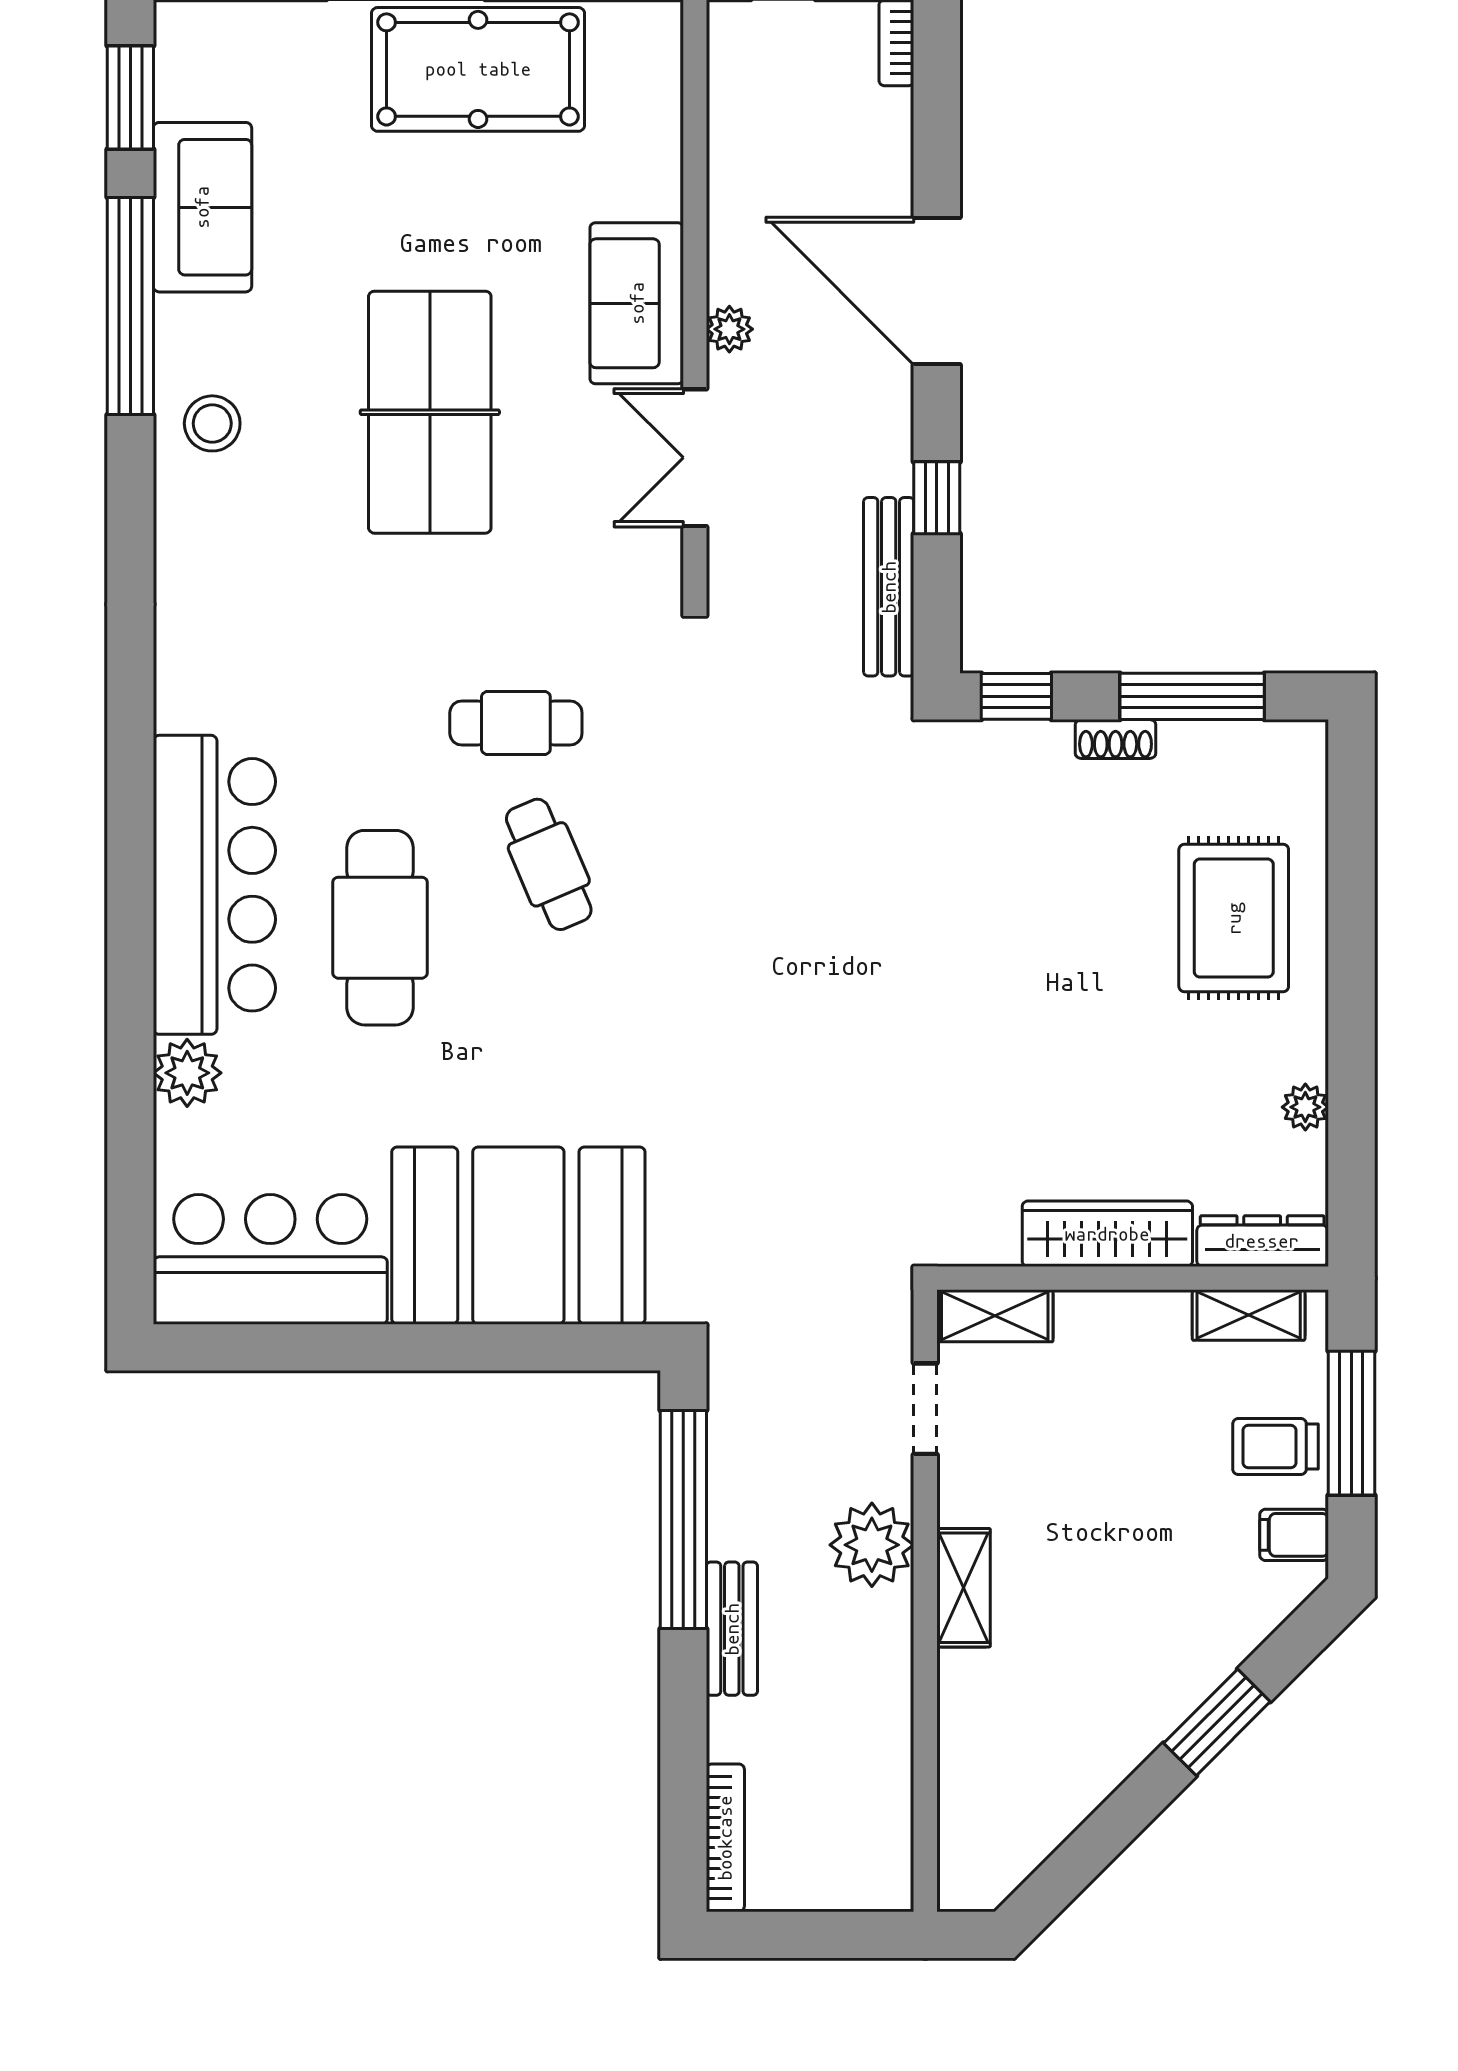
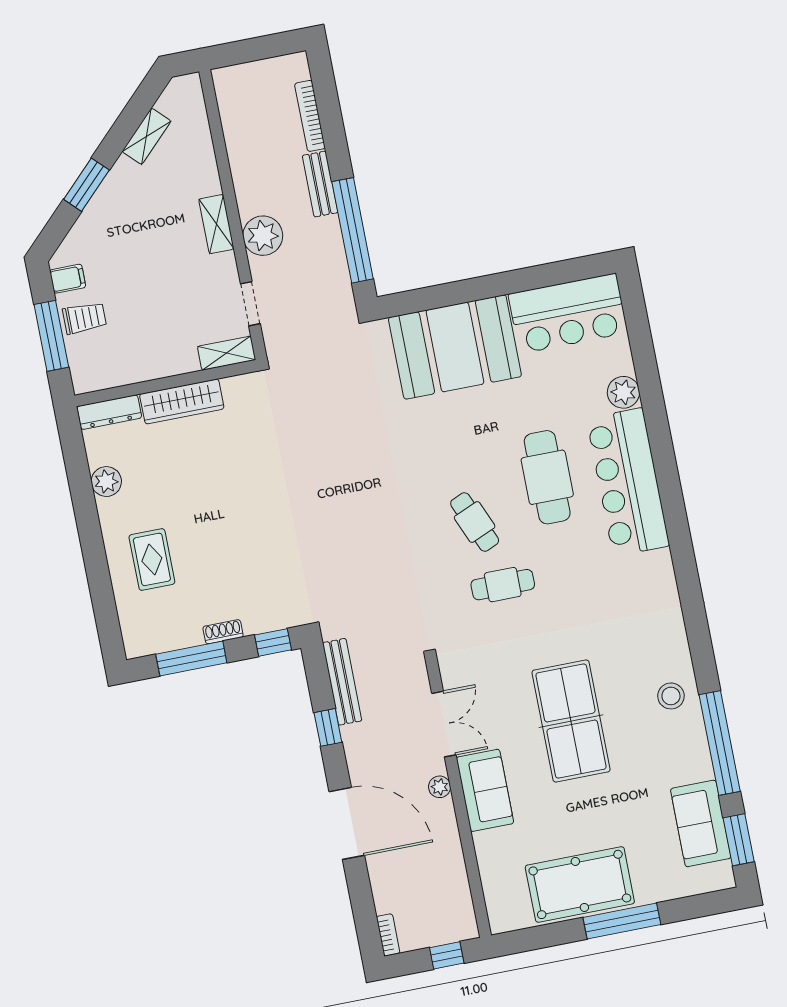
sofa: (202, 207) -> (701, 823), moved
rug: (1234, 918) -> (152, 559), width x0.73, depth x0.70
plant: (1305, 1107) -> (106, 482), width x1.38, depth x1.38
shelving: (1249, 1315) -> (147, 136), moved, turned -45
bookcase: (725, 1838) -> (310, 116), moved

